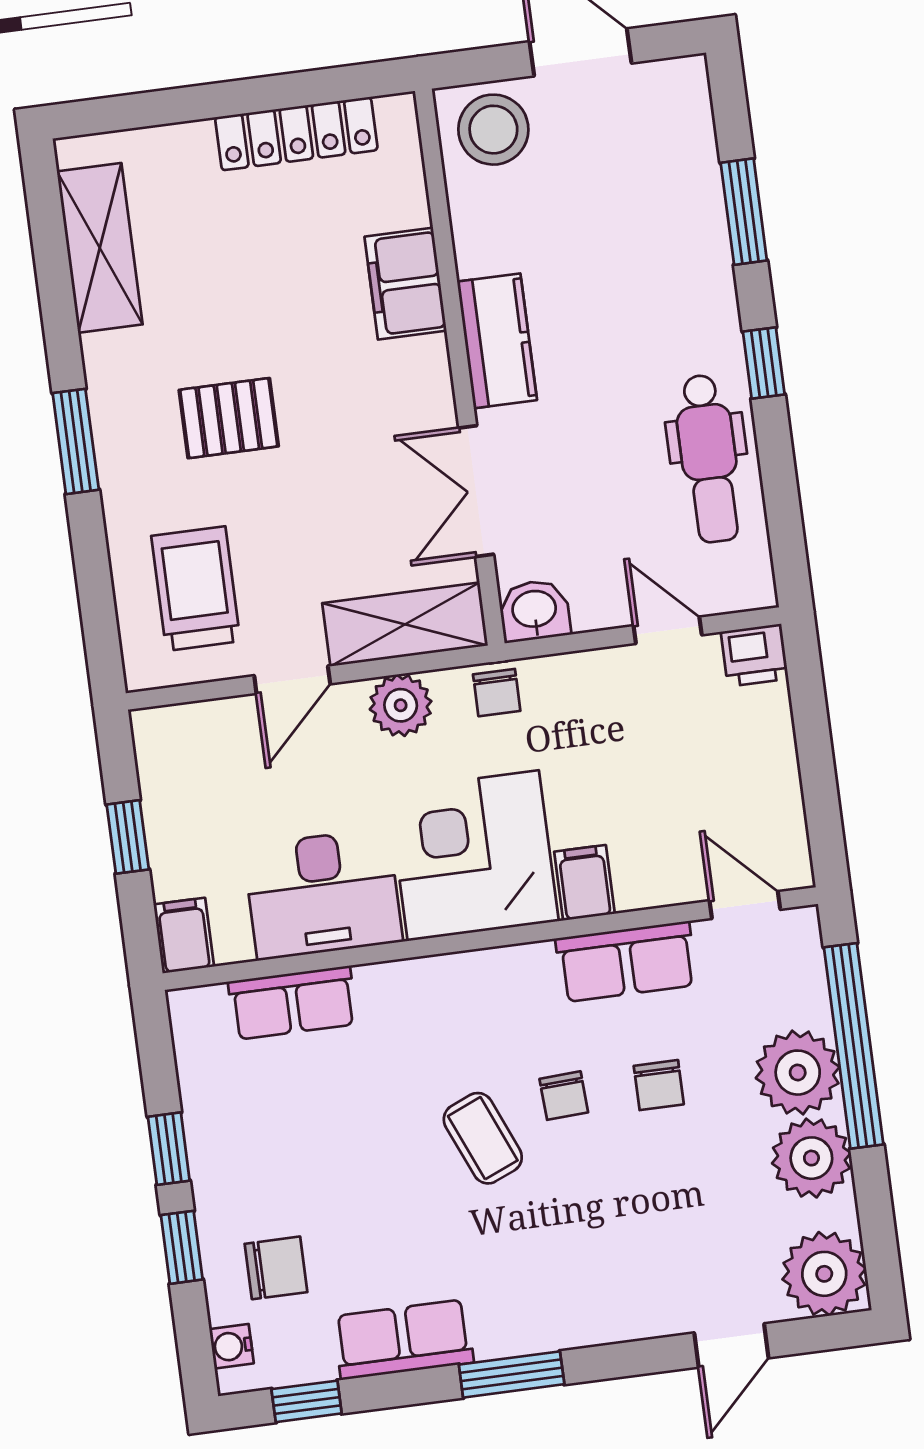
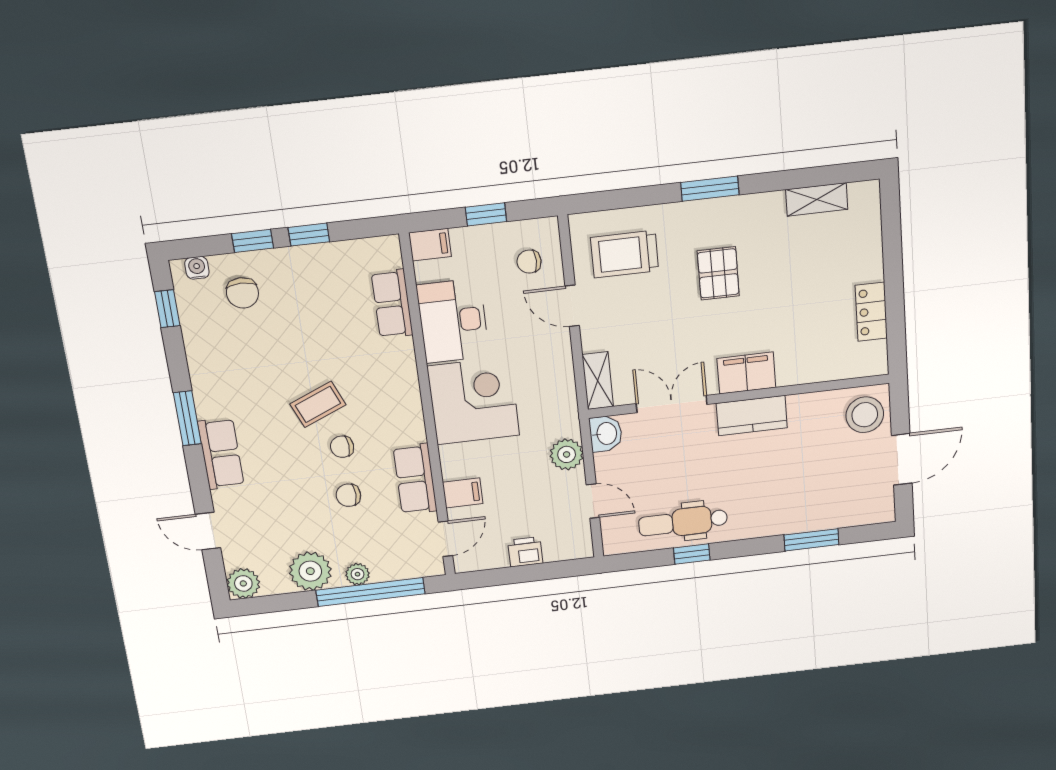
locker: (296, 134) -> (871, 312), width x0.66
shelving: (100, 248) -> (817, 199), width x0.67, depth x0.75
filing cabinet: (406, 284) -> (746, 373), moved
window: (764, 363) -> (692, 554), moved
trolley: (196, 589) -> (625, 254), turned 180
shelving: (405, 624) -> (598, 381), width x0.67, depth x0.75
door: (668, 630) -> (593, 501), hinge flipped
printer: (755, 655) -> (525, 552), moved, turned 90
chair: (497, 693) -> (529, 262), moved
plant: (401, 705) -> (567, 454), moved
filing cabinet: (584, 883) -> (463, 493), moved
plant: (798, 1073) -> (358, 574), width x0.53, depth x0.53
plant: (824, 1274) -> (243, 583), width x0.73, depth x0.73
row of seats: (403, 1339) -> (221, 454), moved

